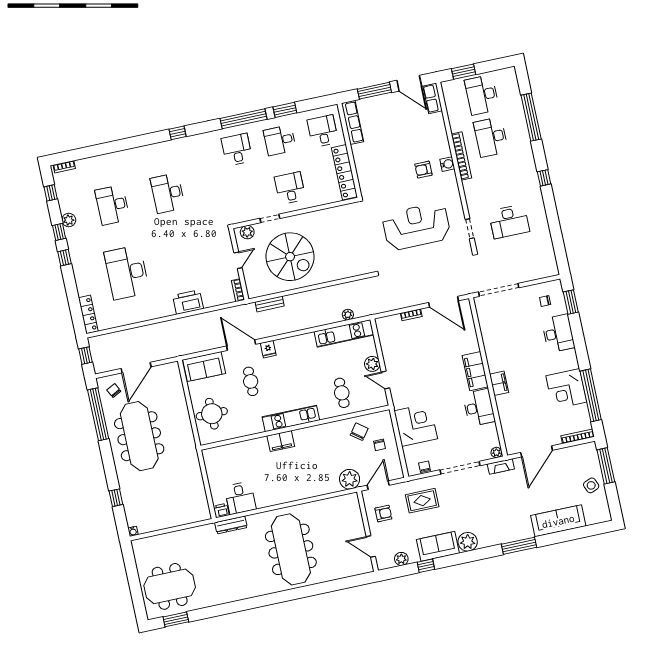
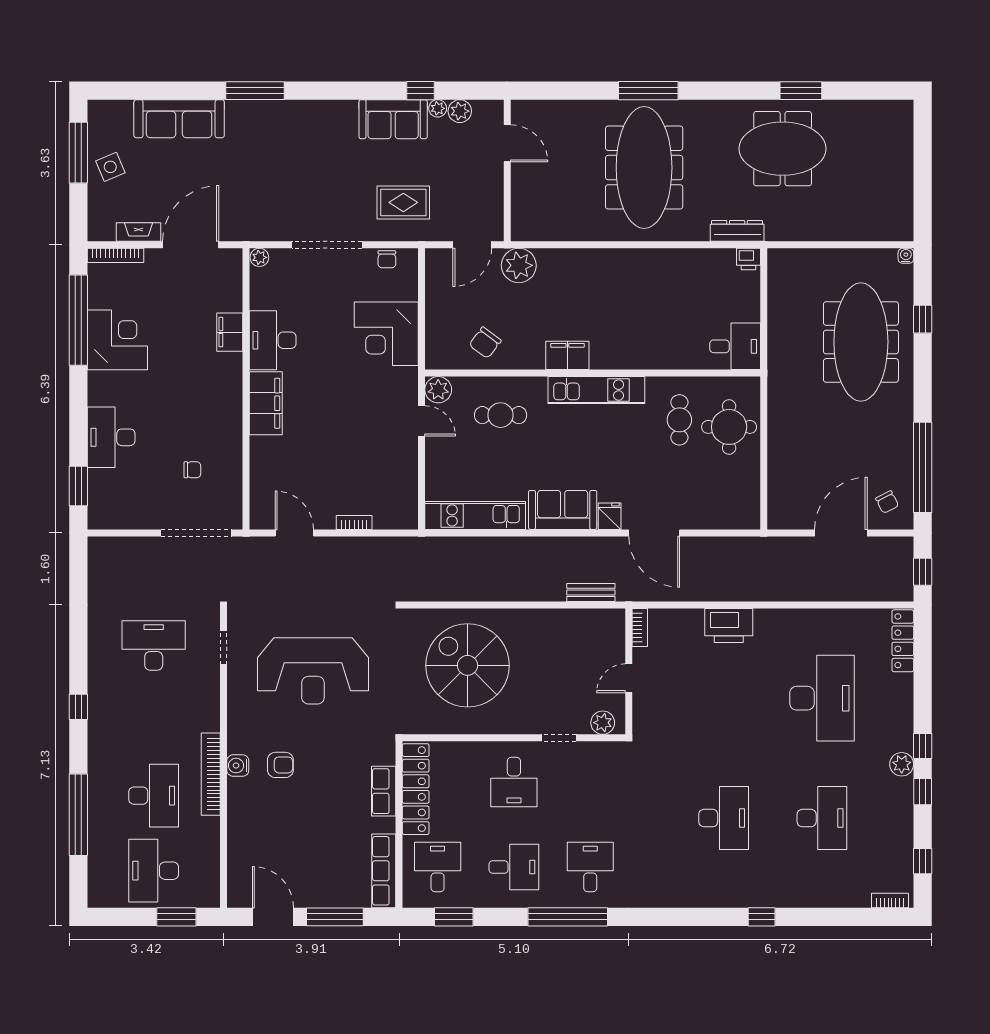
desk: (482, 95) -> (154, 871), turned 180
row of seats: (433, 98) -> (384, 791), moved, turned 180
window: (285, 110) -> (454, 917), moved
desk: (323, 131) -> (438, 867), turned 180
window: (178, 133) -> (762, 917), moved
desk: (237, 149) -> (590, 867), turned 180
plant: (69, 220) -> (902, 764), moved
spiral stairs: (290, 257) -> (468, 665), moved
chair: (545, 301) -> (192, 470), moved
door: (444, 302) -> (294, 533), width x0.73
plant: (348, 315) -> (462, 546), removed
plant: (372, 364) -> (438, 390), moved
sofa: (204, 367) -> (563, 510), moved
cafe table: (251, 381) -> (679, 420), moved
filing cabinet: (499, 383) -> (230, 332), moved
cafe table: (342, 393) -> (501, 415), turned 90
meeting table: (139, 436) -> (861, 342), moved
filing cabinet: (281, 441) -> (567, 355), moved
chair: (380, 445) -> (455, 313), removed
fireplace: (501, 466) -> (139, 232), moved
window: (606, 466) -> (78, 153), moved
desk: (240, 498) -> (735, 346), moved, turned 90
armchair: (383, 514) -> (474, 195), removed
plant: (468, 542) -> (438, 108), moved, width x0.53, depth x0.53
meeting table: (170, 586) -> (783, 149), moved
window: (298, 593) -> (648, 91), added
window: (176, 619) -> (801, 91), moved

